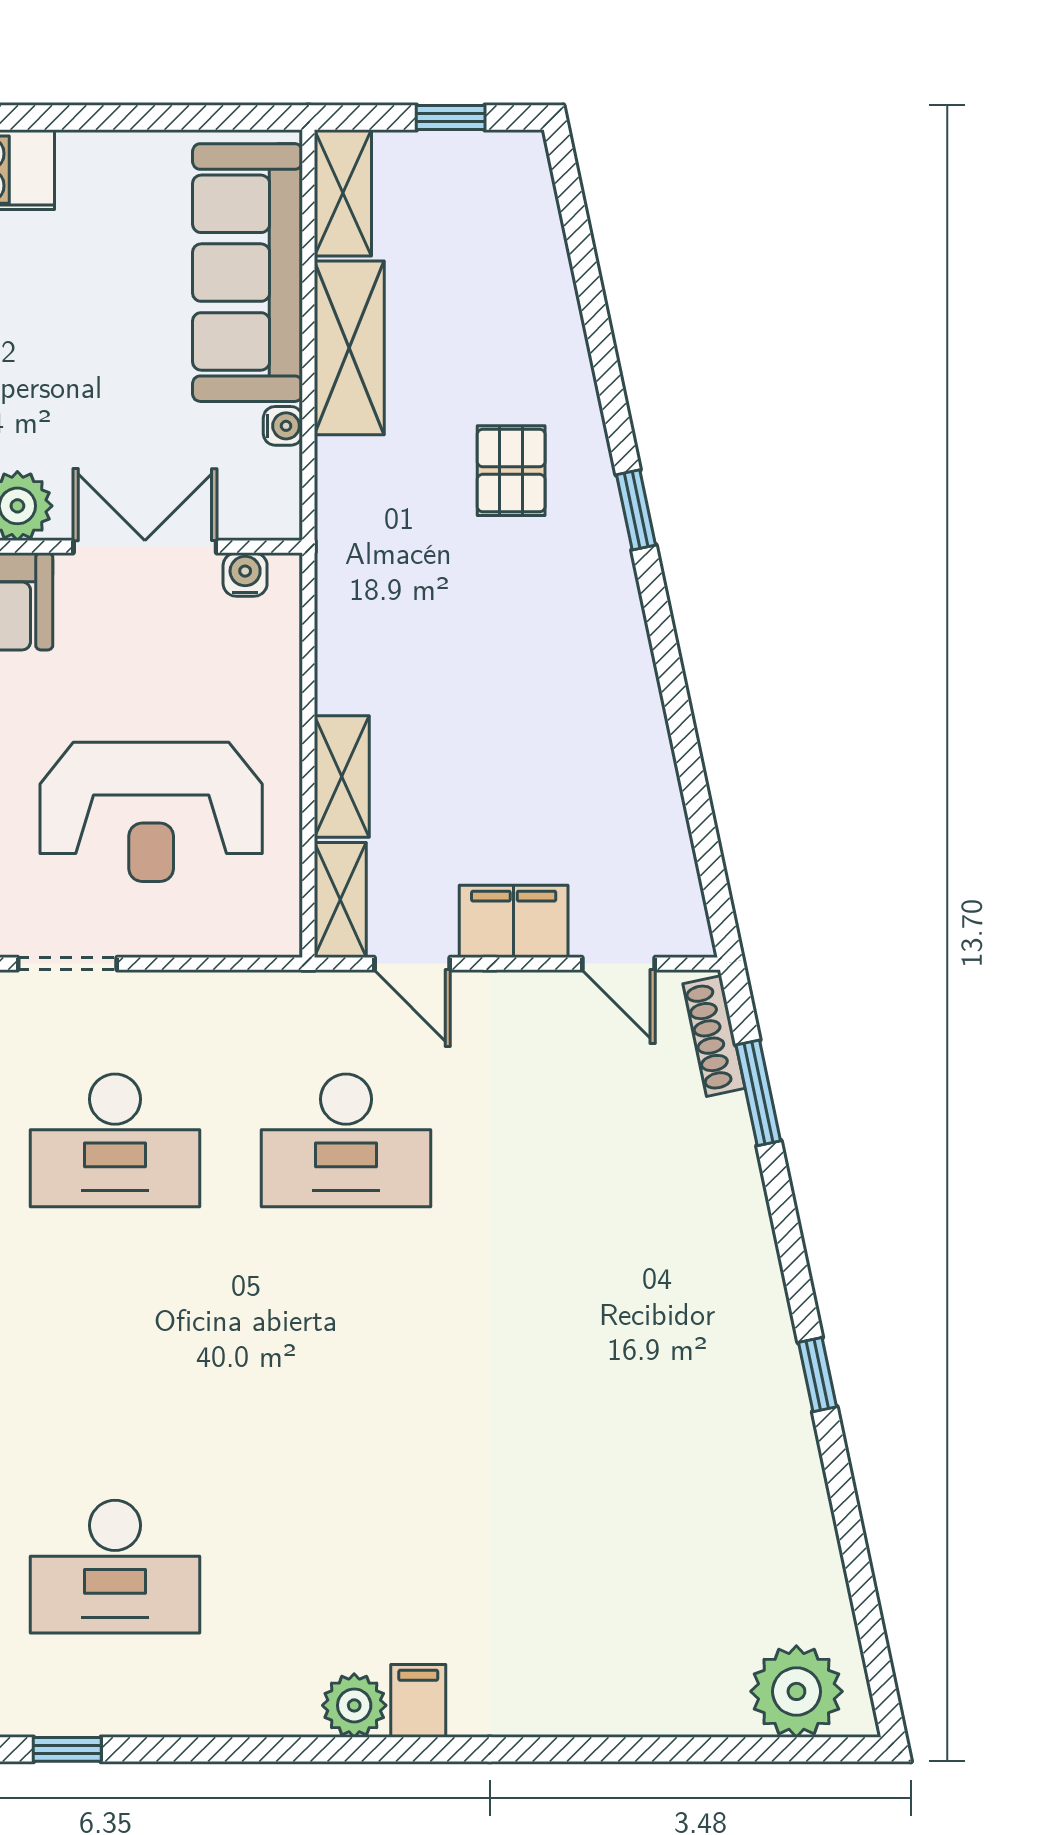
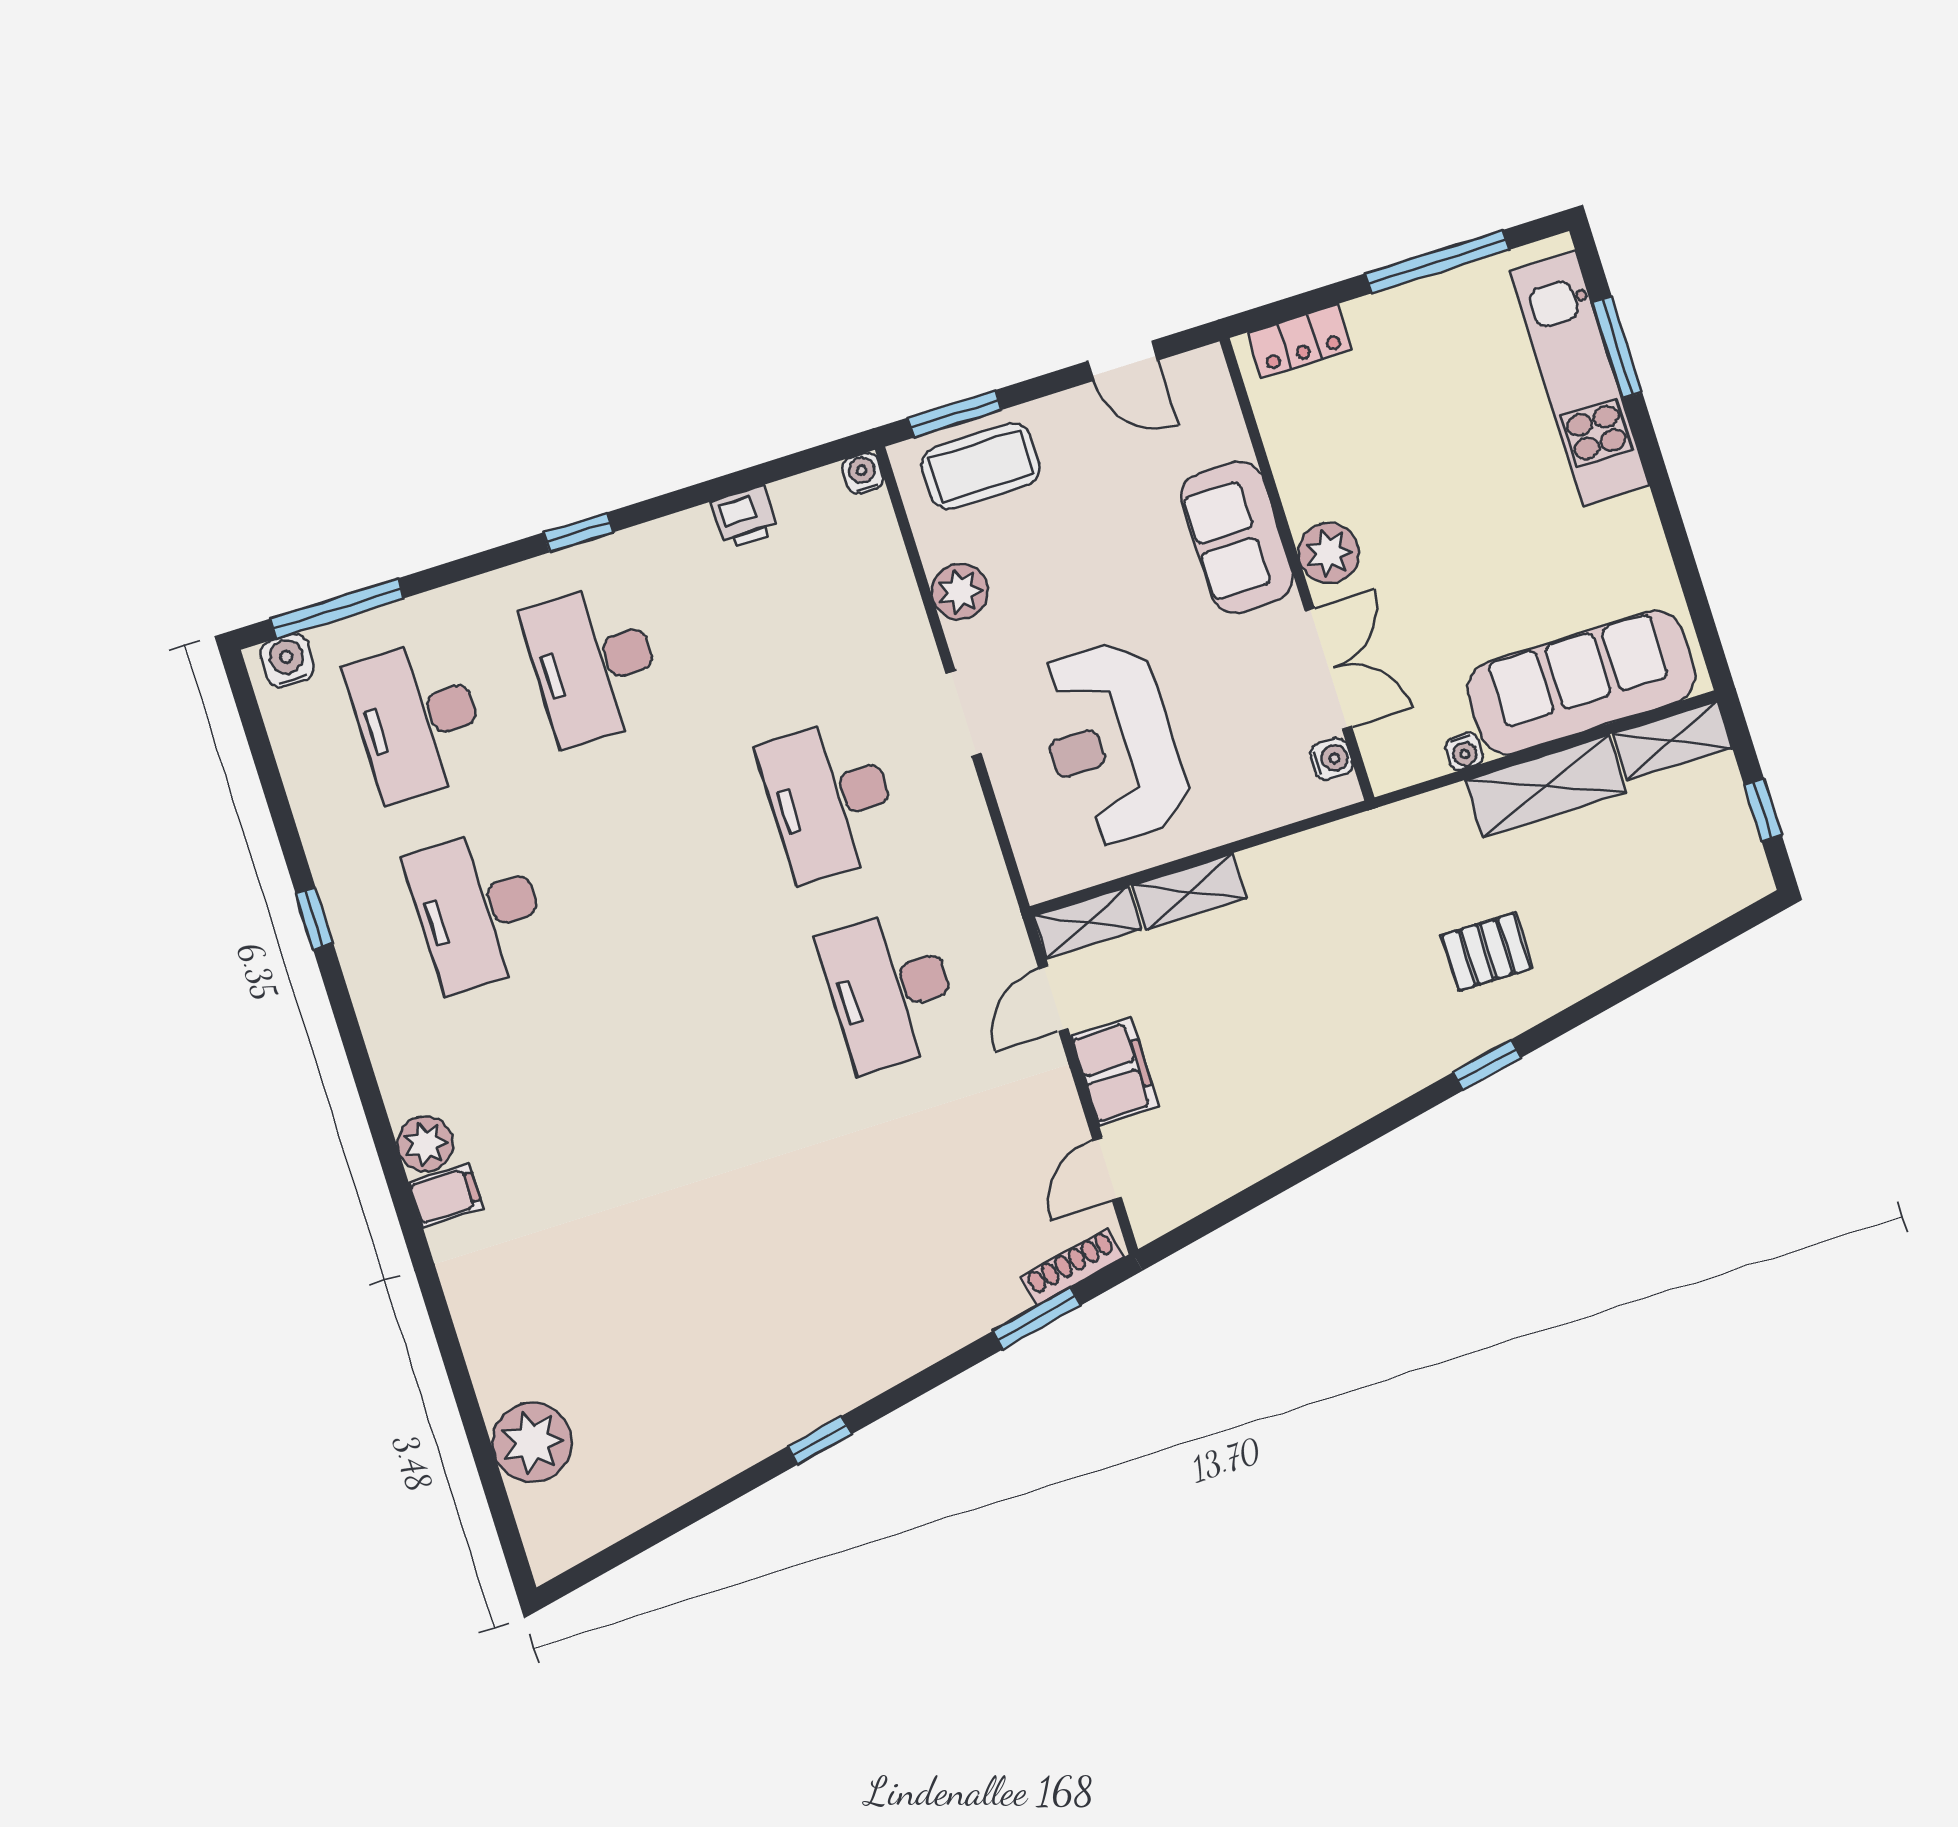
plant: (796, 1691) -> (532, 1442), moved

